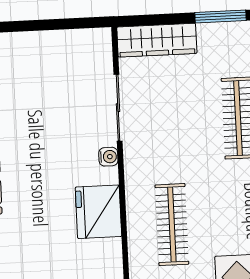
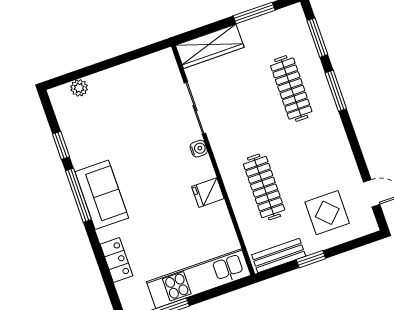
fridge: (98, 212) -> (208, 193), width x0.53, depth x0.75

